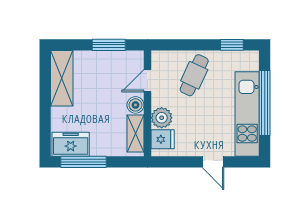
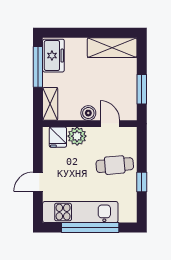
window: (232, 45) -> (142, 182), moved
cafe table: (194, 75) -> (115, 165), turned -30
shelving: (135, 133) -> (50, 104), moved, turned 90

